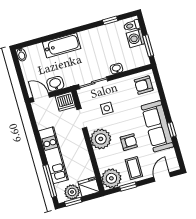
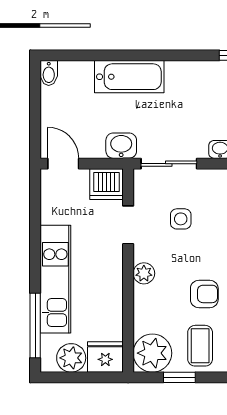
washbasin: (55, 84) -> (121, 146), moved
plant: (101, 139) -> (144, 273), width x0.53, depth x0.53
window: (73, 202) -> (68, 377), removed

